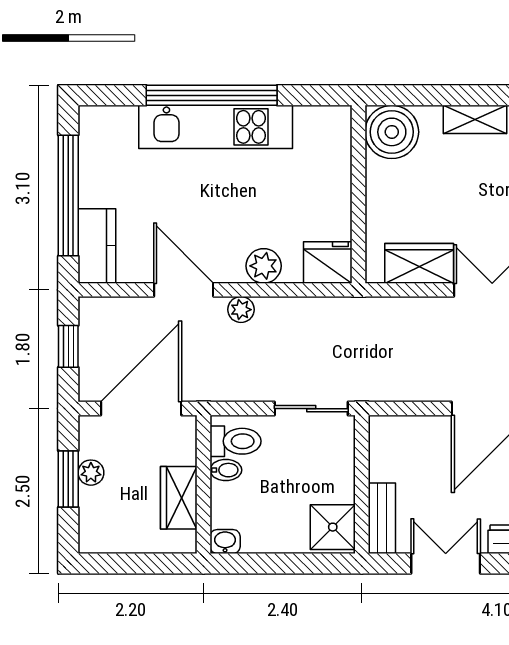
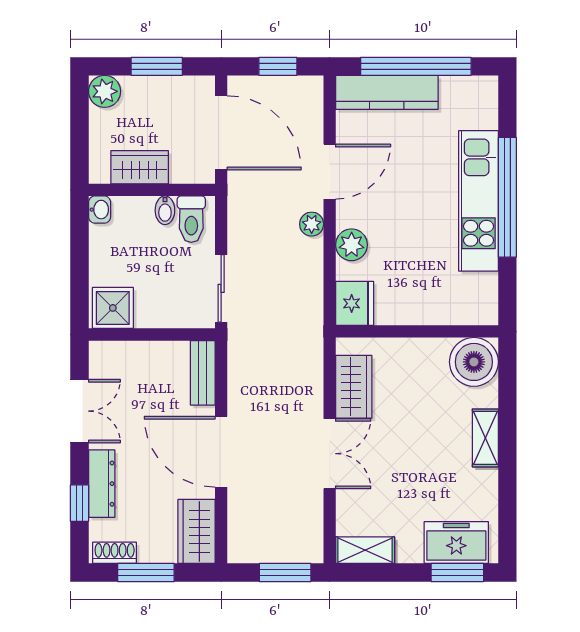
kitchen counter: (97, 246) -> (387, 92), width x1.50
plant: (91, 473) -> (105, 91), moved, width x1.38, depth x1.38
bench: (382, 518) -> (203, 373), moved, turned 90

